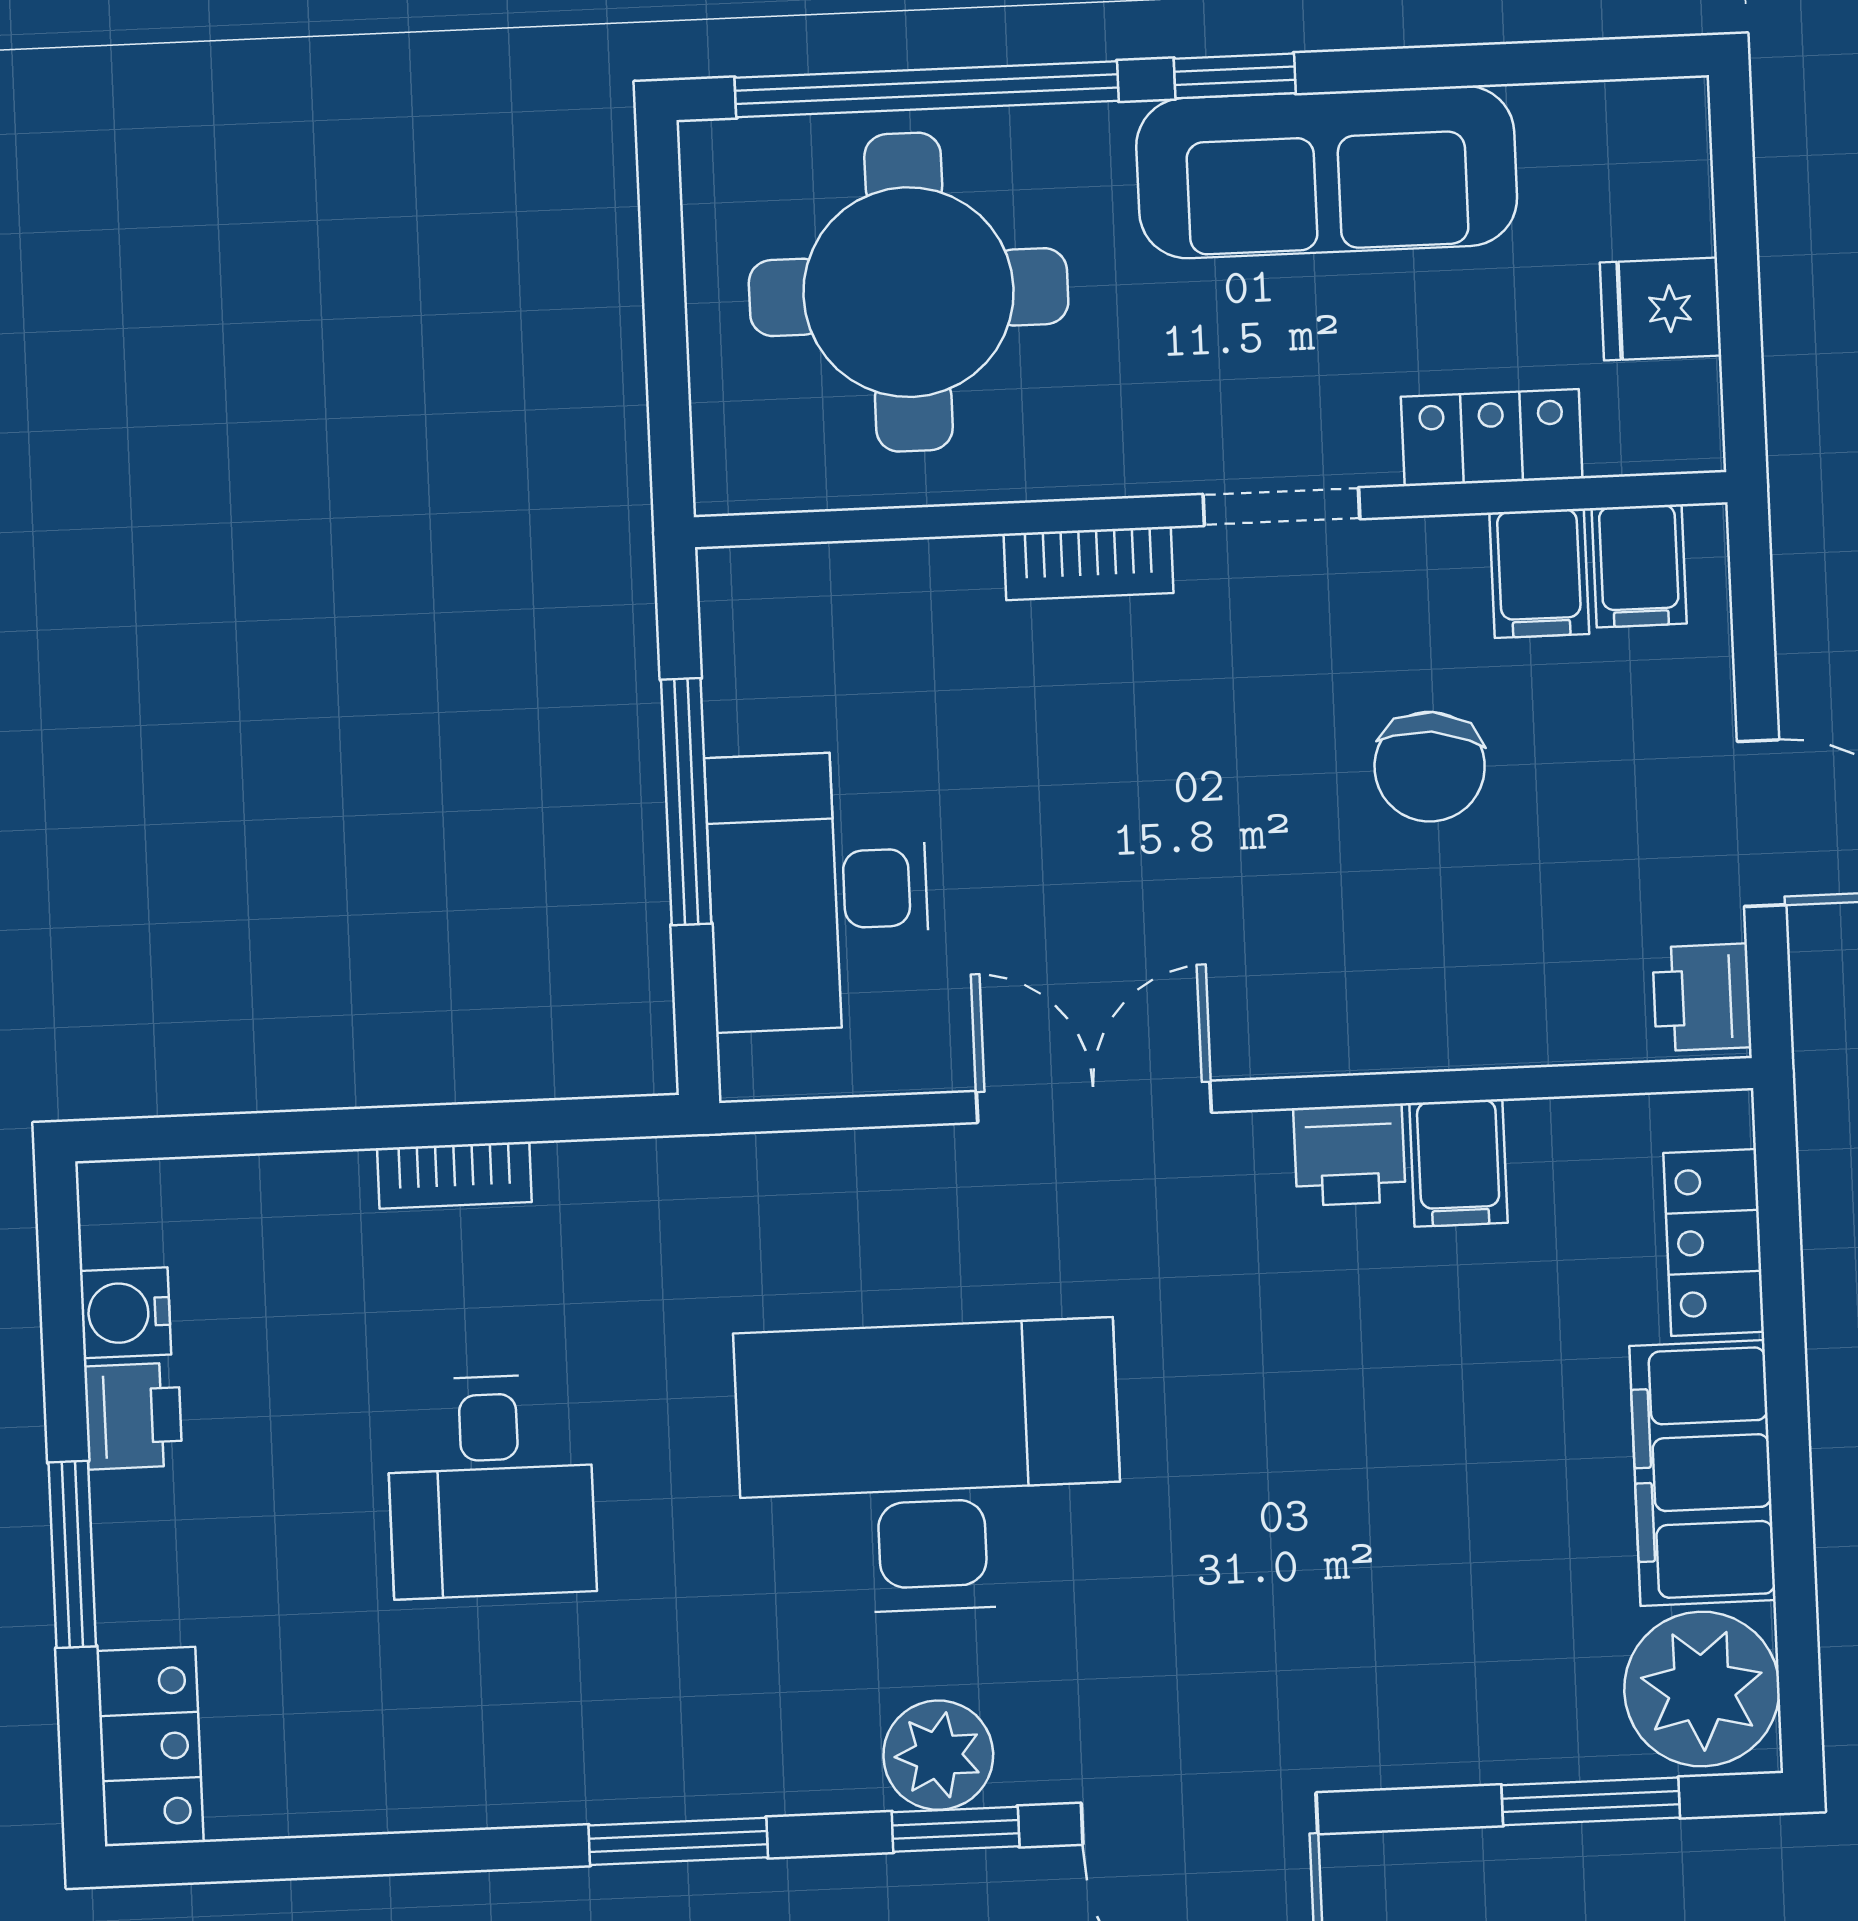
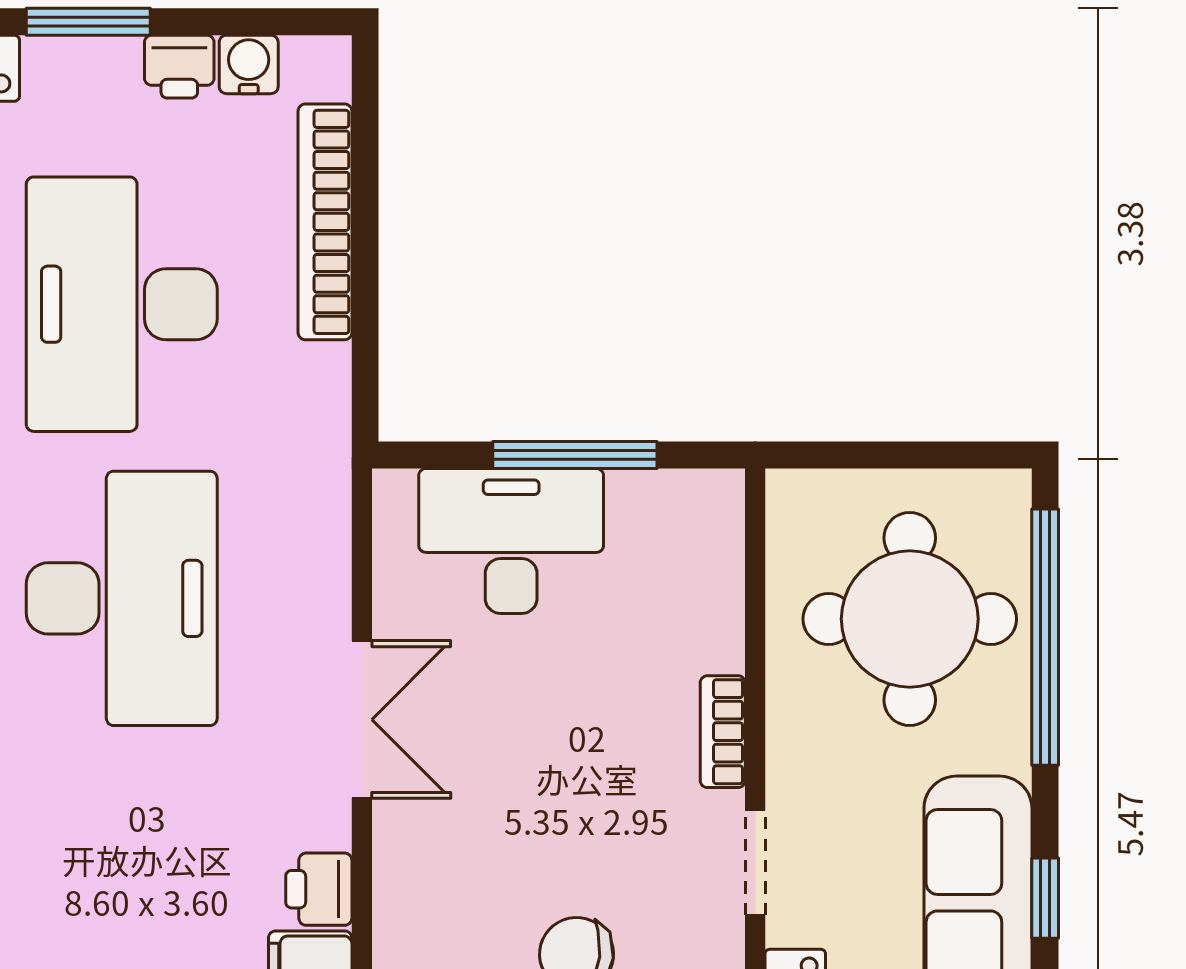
window: (1235, 76) -> (1045, 898), moved
bookcase: (454, 1175) -> (325, 222), width x2.31, depth x1.31
desk: (491, 1486) -> (122, 304), width x1.87, depth x1.30

